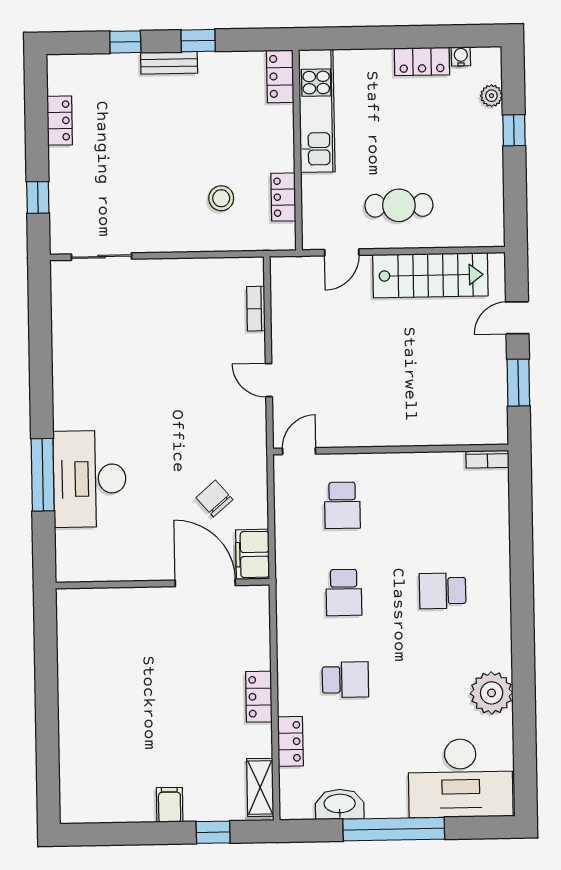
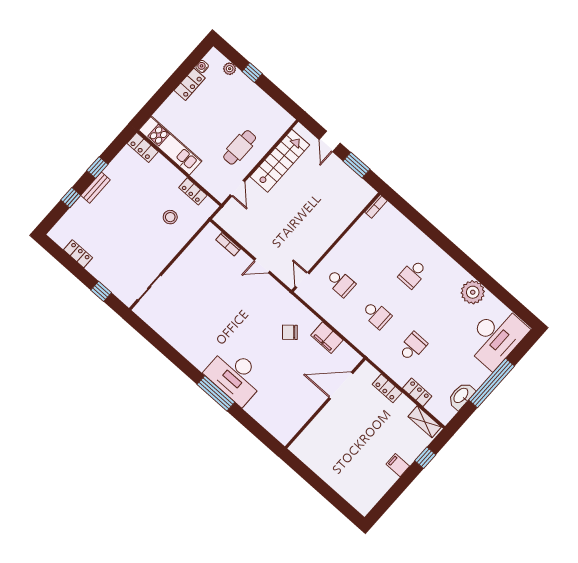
door: (205, 583) -> (341, 386), moved
wall: (163, 584) -> (325, 403), moved

